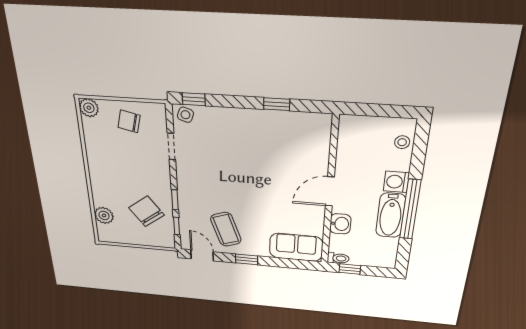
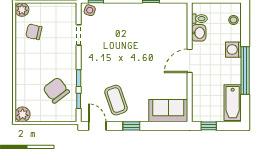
chair: (129, 121) -> (34, 32), moved
plant: (104, 215) -> (23, 114), moved
bathtub: (391, 215) -> (233, 103), moved
washbasin: (340, 224) -> (199, 33), moved
toilet: (338, 258) -> (199, 19), moved

